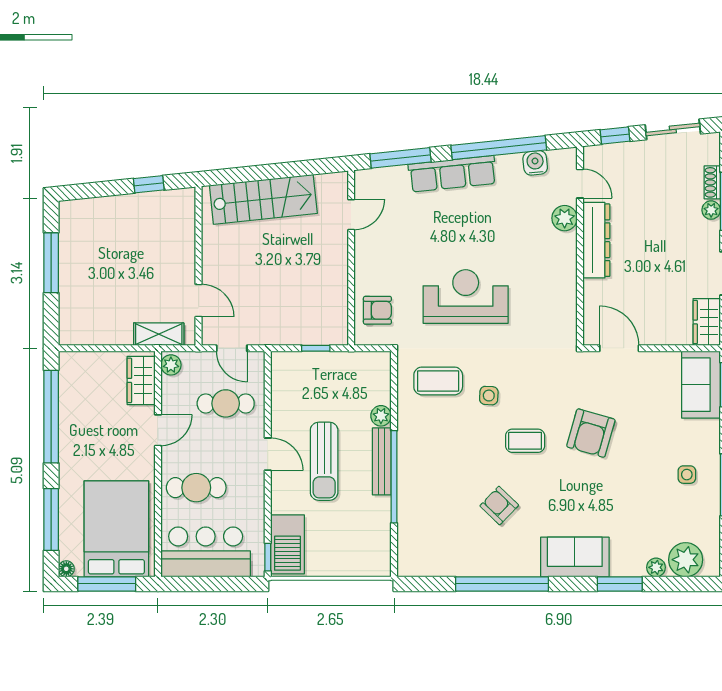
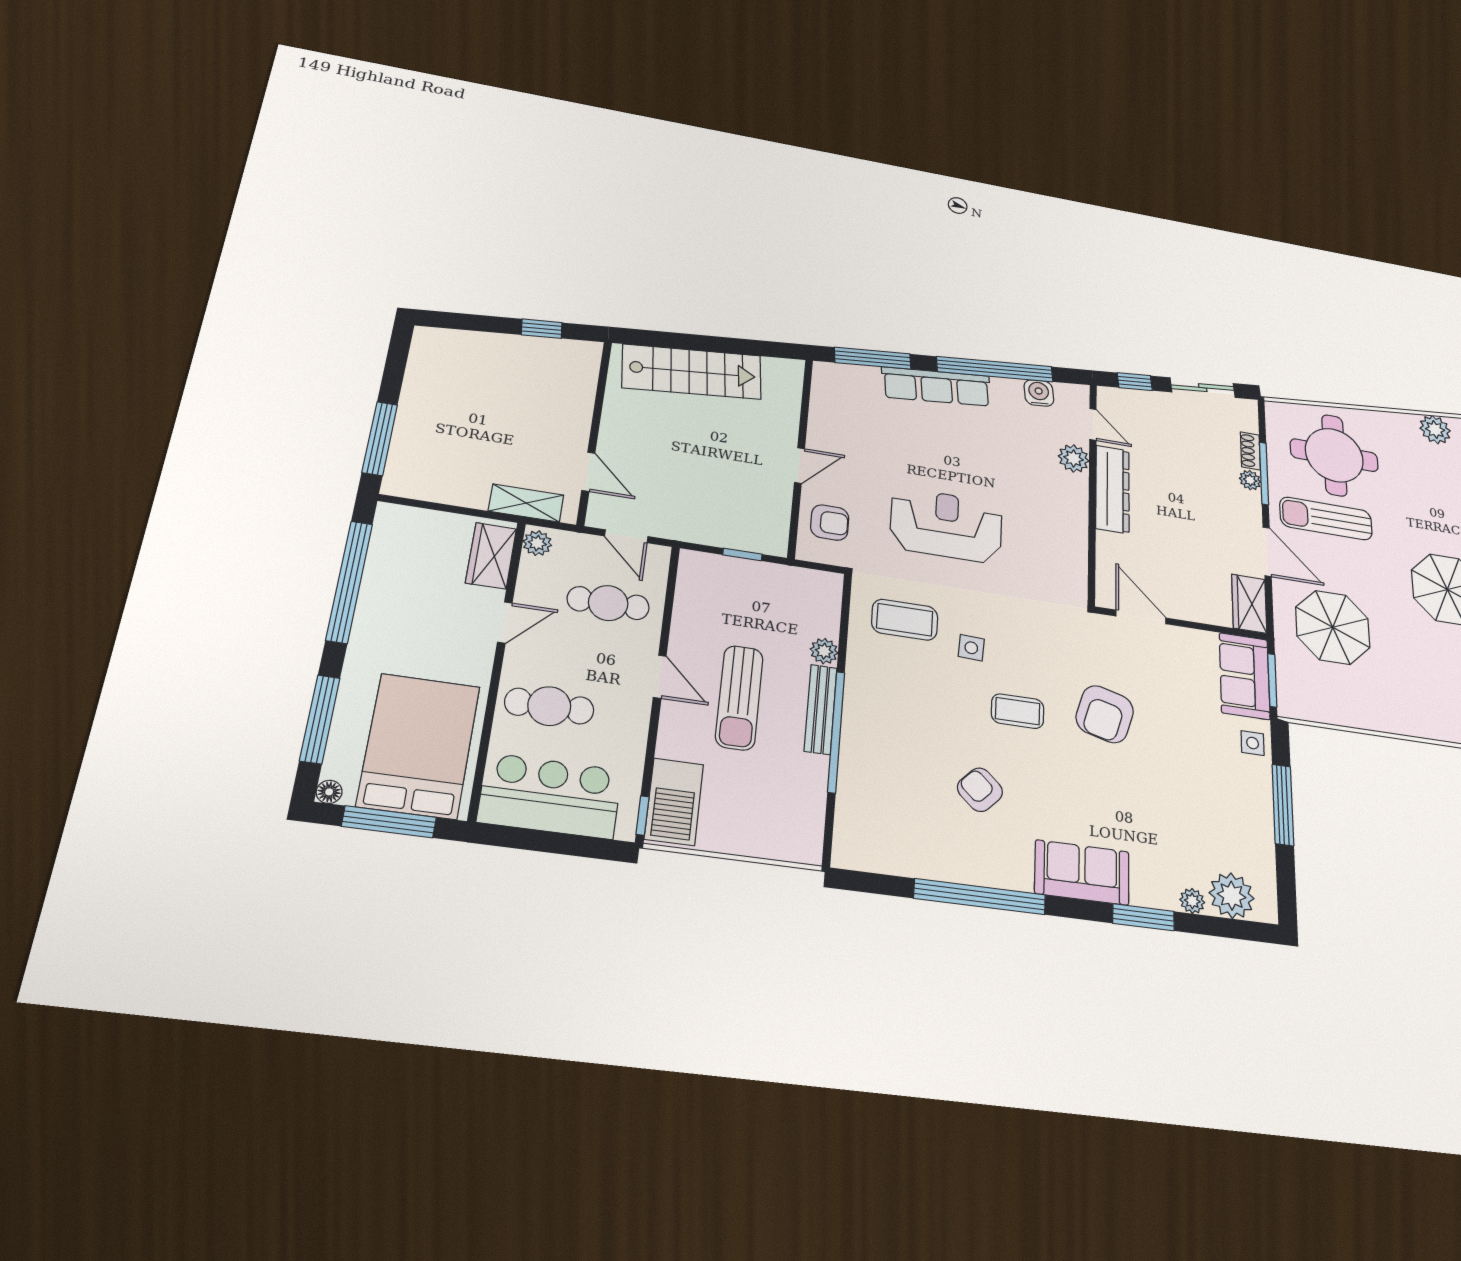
door: (351, 215) -> (799, 465), moved
window: (51, 263) -> (380, 439), moved
side table: (687, 475) -> (1253, 743), moved

